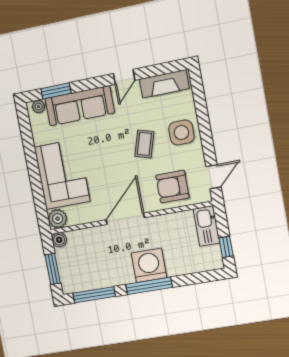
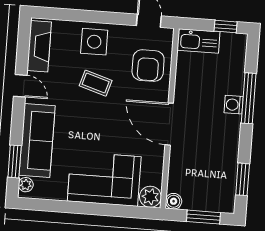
washing machine: (149, 265) -> (234, 105), width x0.53, depth x0.53
window: (149, 286) -> (249, 98), moved
window: (94, 295) -> (243, 179), width x0.69

